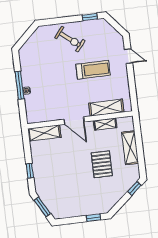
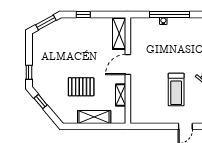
window: (19, 85) -> (170, 15), width x1.46
shelving: (106, 108) -> (137, 98), removed
window: (134, 188) -> (41, 102), moved

